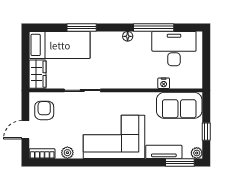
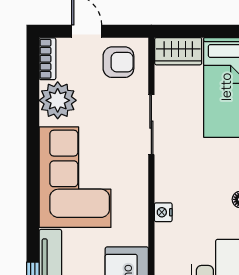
nightstand: (164, 83) -> (163, 212), moved
plant: (67, 153) -> (58, 100), width x1.88, depth x1.88

